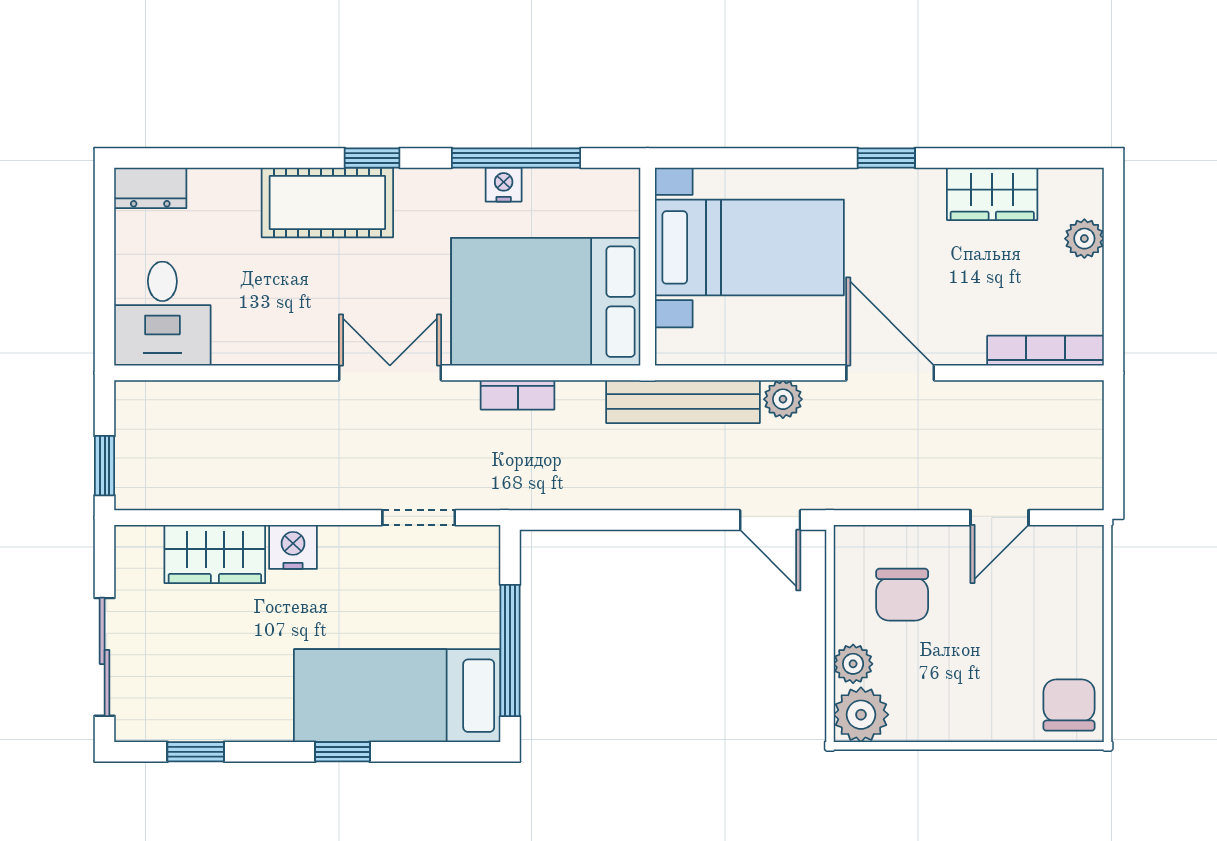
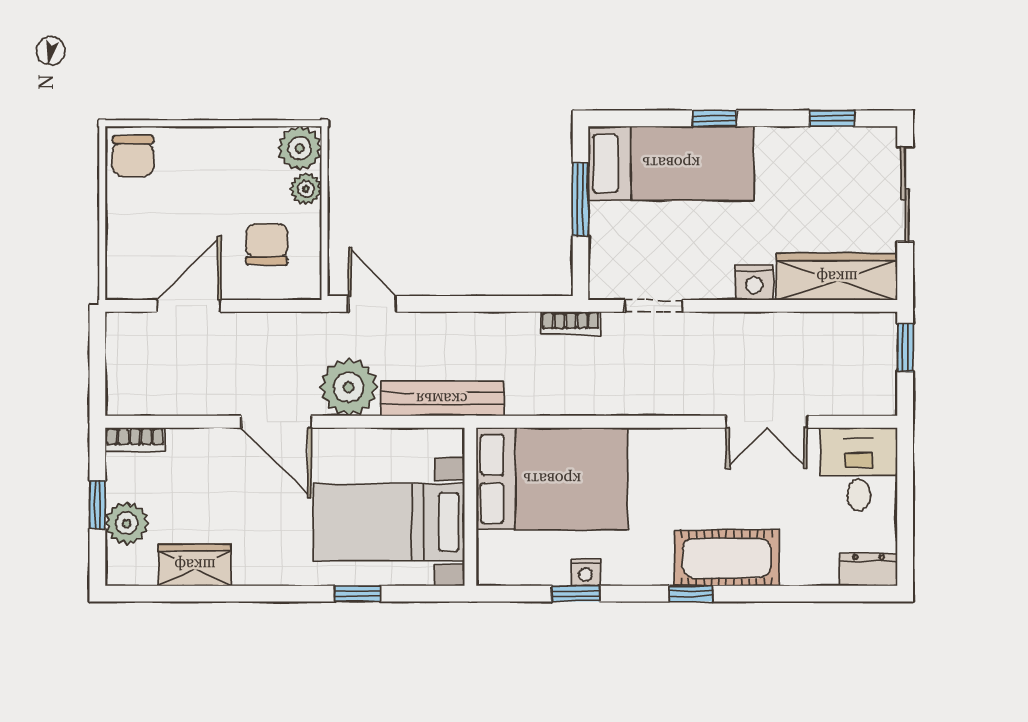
window: (516, 158) -> (576, 594), width x0.46
window: (886, 158) -> (357, 594), moved
plant: (1084, 239) -> (127, 523), width x1.38, depth x1.38
window: (1114, 269) -> (97, 505), added
bookcase: (1046, 351) -> (135, 440), width x0.64
double door: (390, 373) -> (767, 422), moved
bookcase: (518, 395) -> (571, 323), moved, turned 180
plant: (783, 399) -> (349, 387), width x1.88, depth x1.88
door: (999, 518) -> (189, 306), width x1.37
wardrobe: (215, 554) -> (837, 277), width x1.50
window: (510, 650) -> (580, 200), width x0.69

